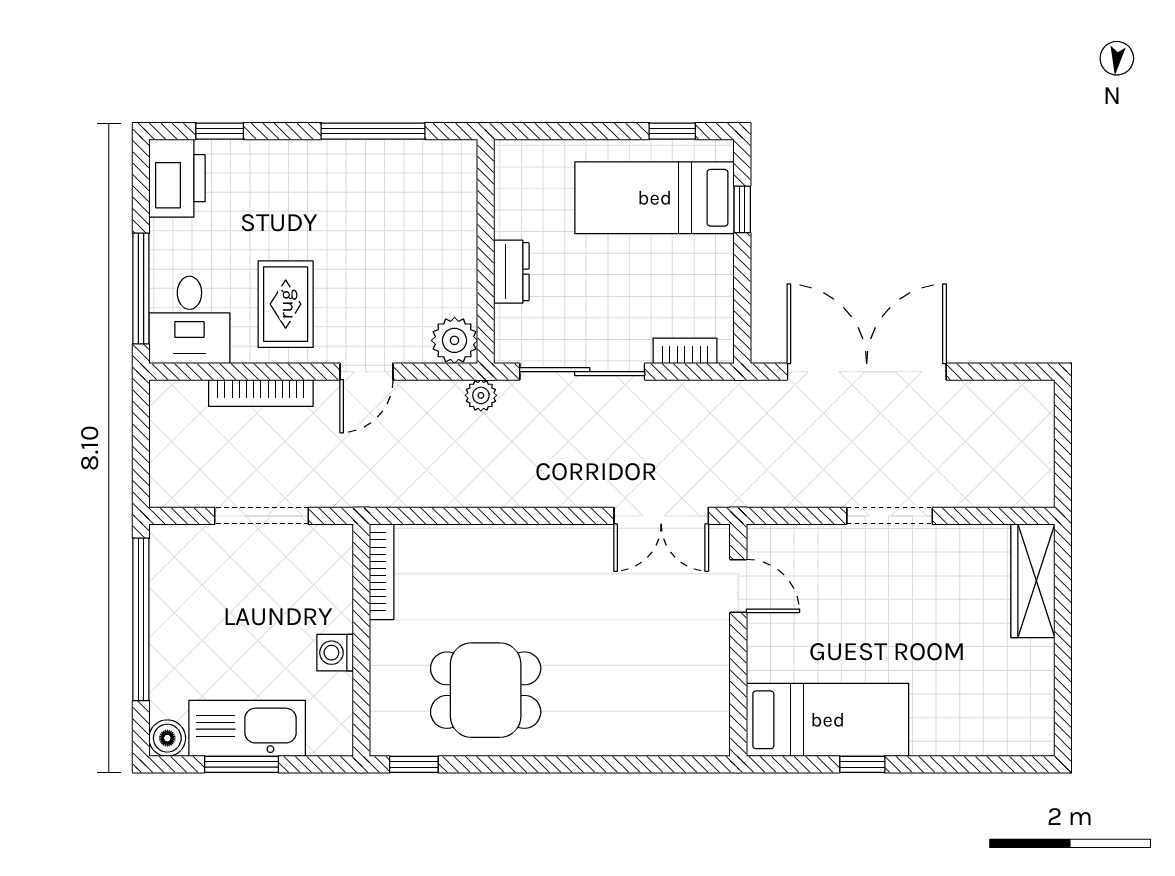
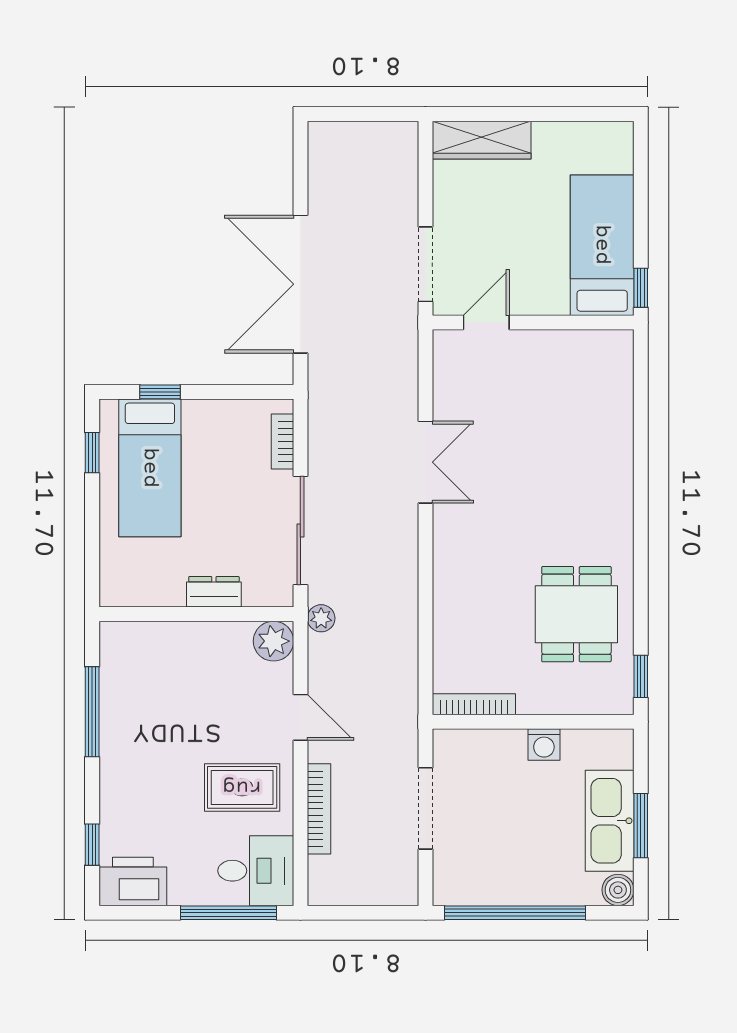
door: (738, 586) -> (486, 322), moved
wall: (738, 640) -> (533, 322), moved
bed: (828, 720) -> (602, 245), moved

